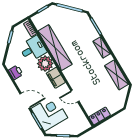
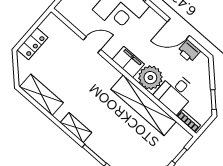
door: (25, 101) -> (178, 29), moved
locker: (100, 116) -> (33, 44), moved

